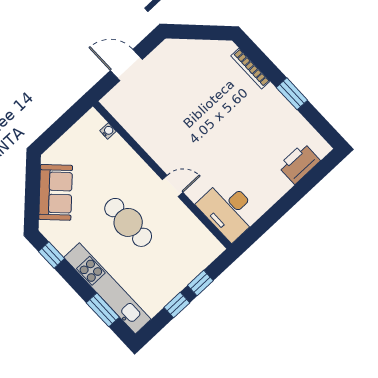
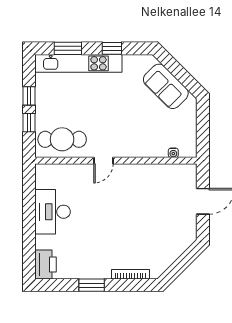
printer: (299, 163) -> (46, 264), moved
desk: (229, 210) -> (53, 212), moved, turned -90
cafe table: (128, 222) -> (62, 139), moved
window: (51, 255) -> (112, 48), moved

